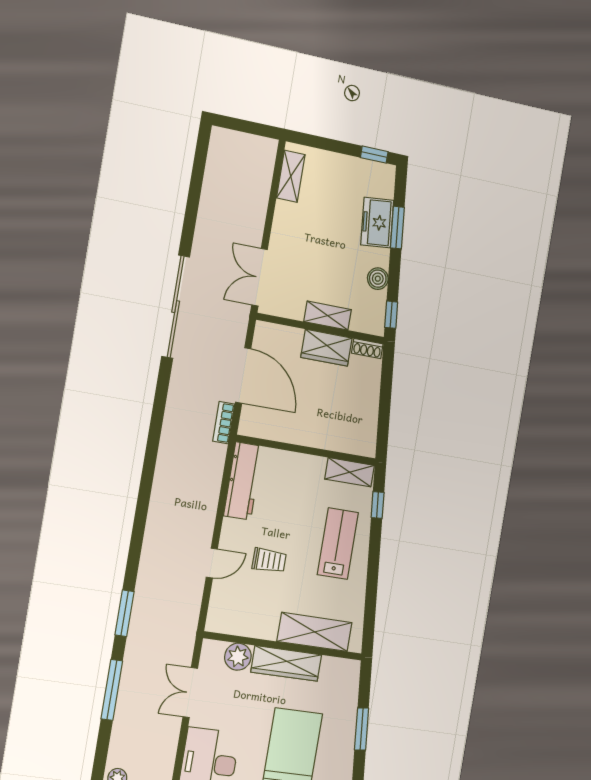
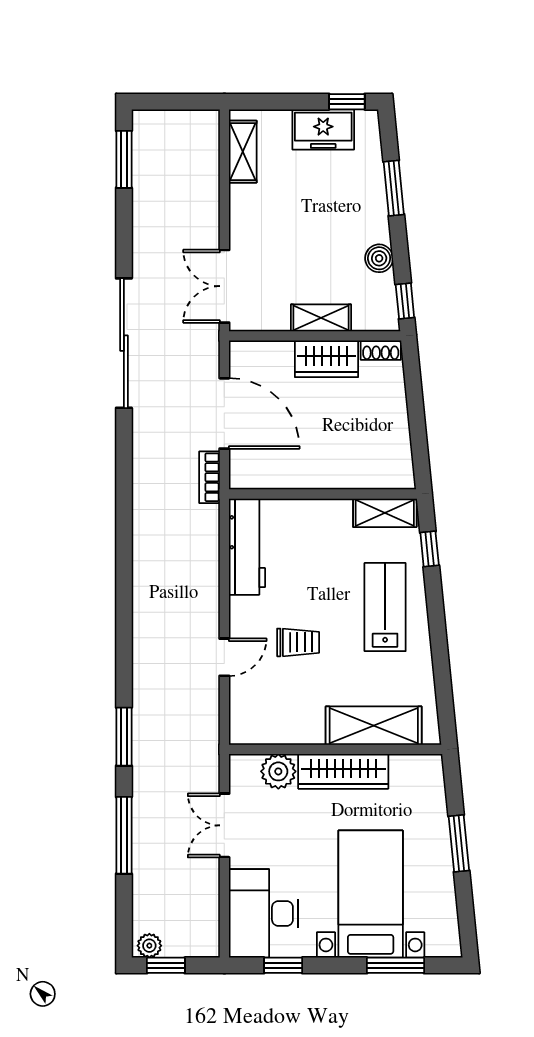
window: (200, 163) -> (124, 159), added
freezer: (377, 223) -> (323, 129), moved, turned -84

